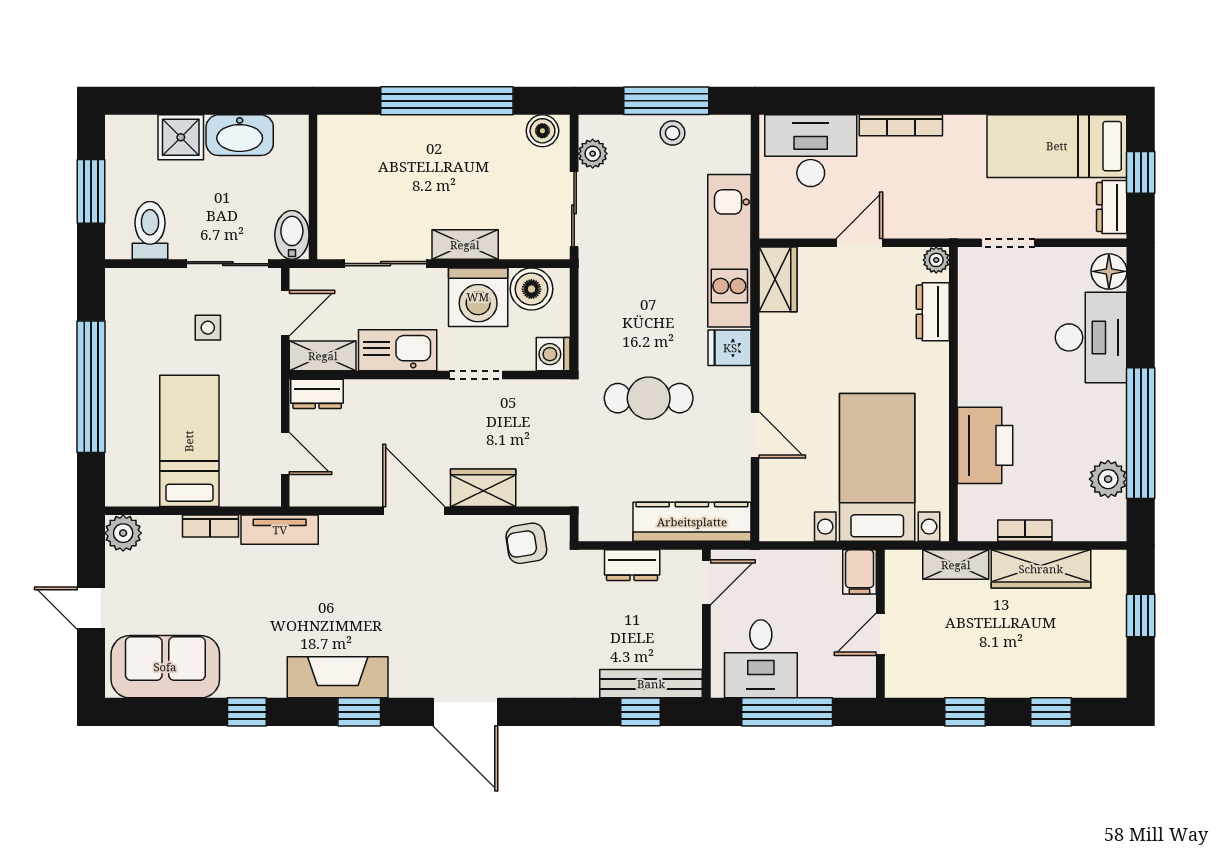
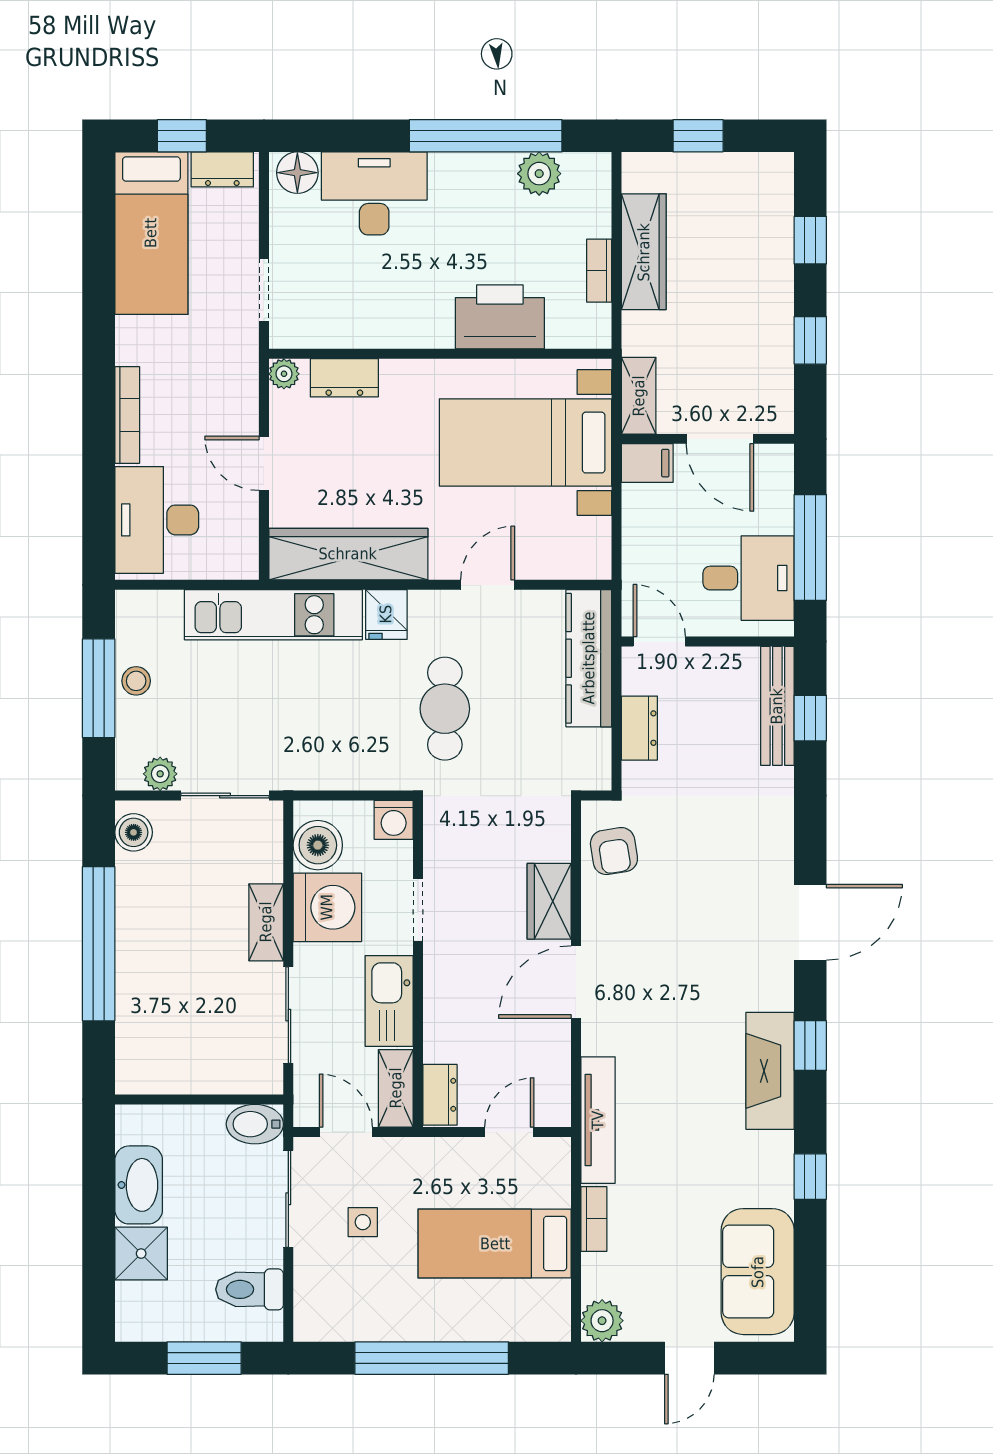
wardrobe: (778, 279) -> (348, 554), width x2.10, depth x1.17
tv unit: (280, 530) -> (598, 1120), width x1.41
shelving: (956, 565) -> (639, 396), moved
door: (880, 634) -> (720, 439), width x1.38

